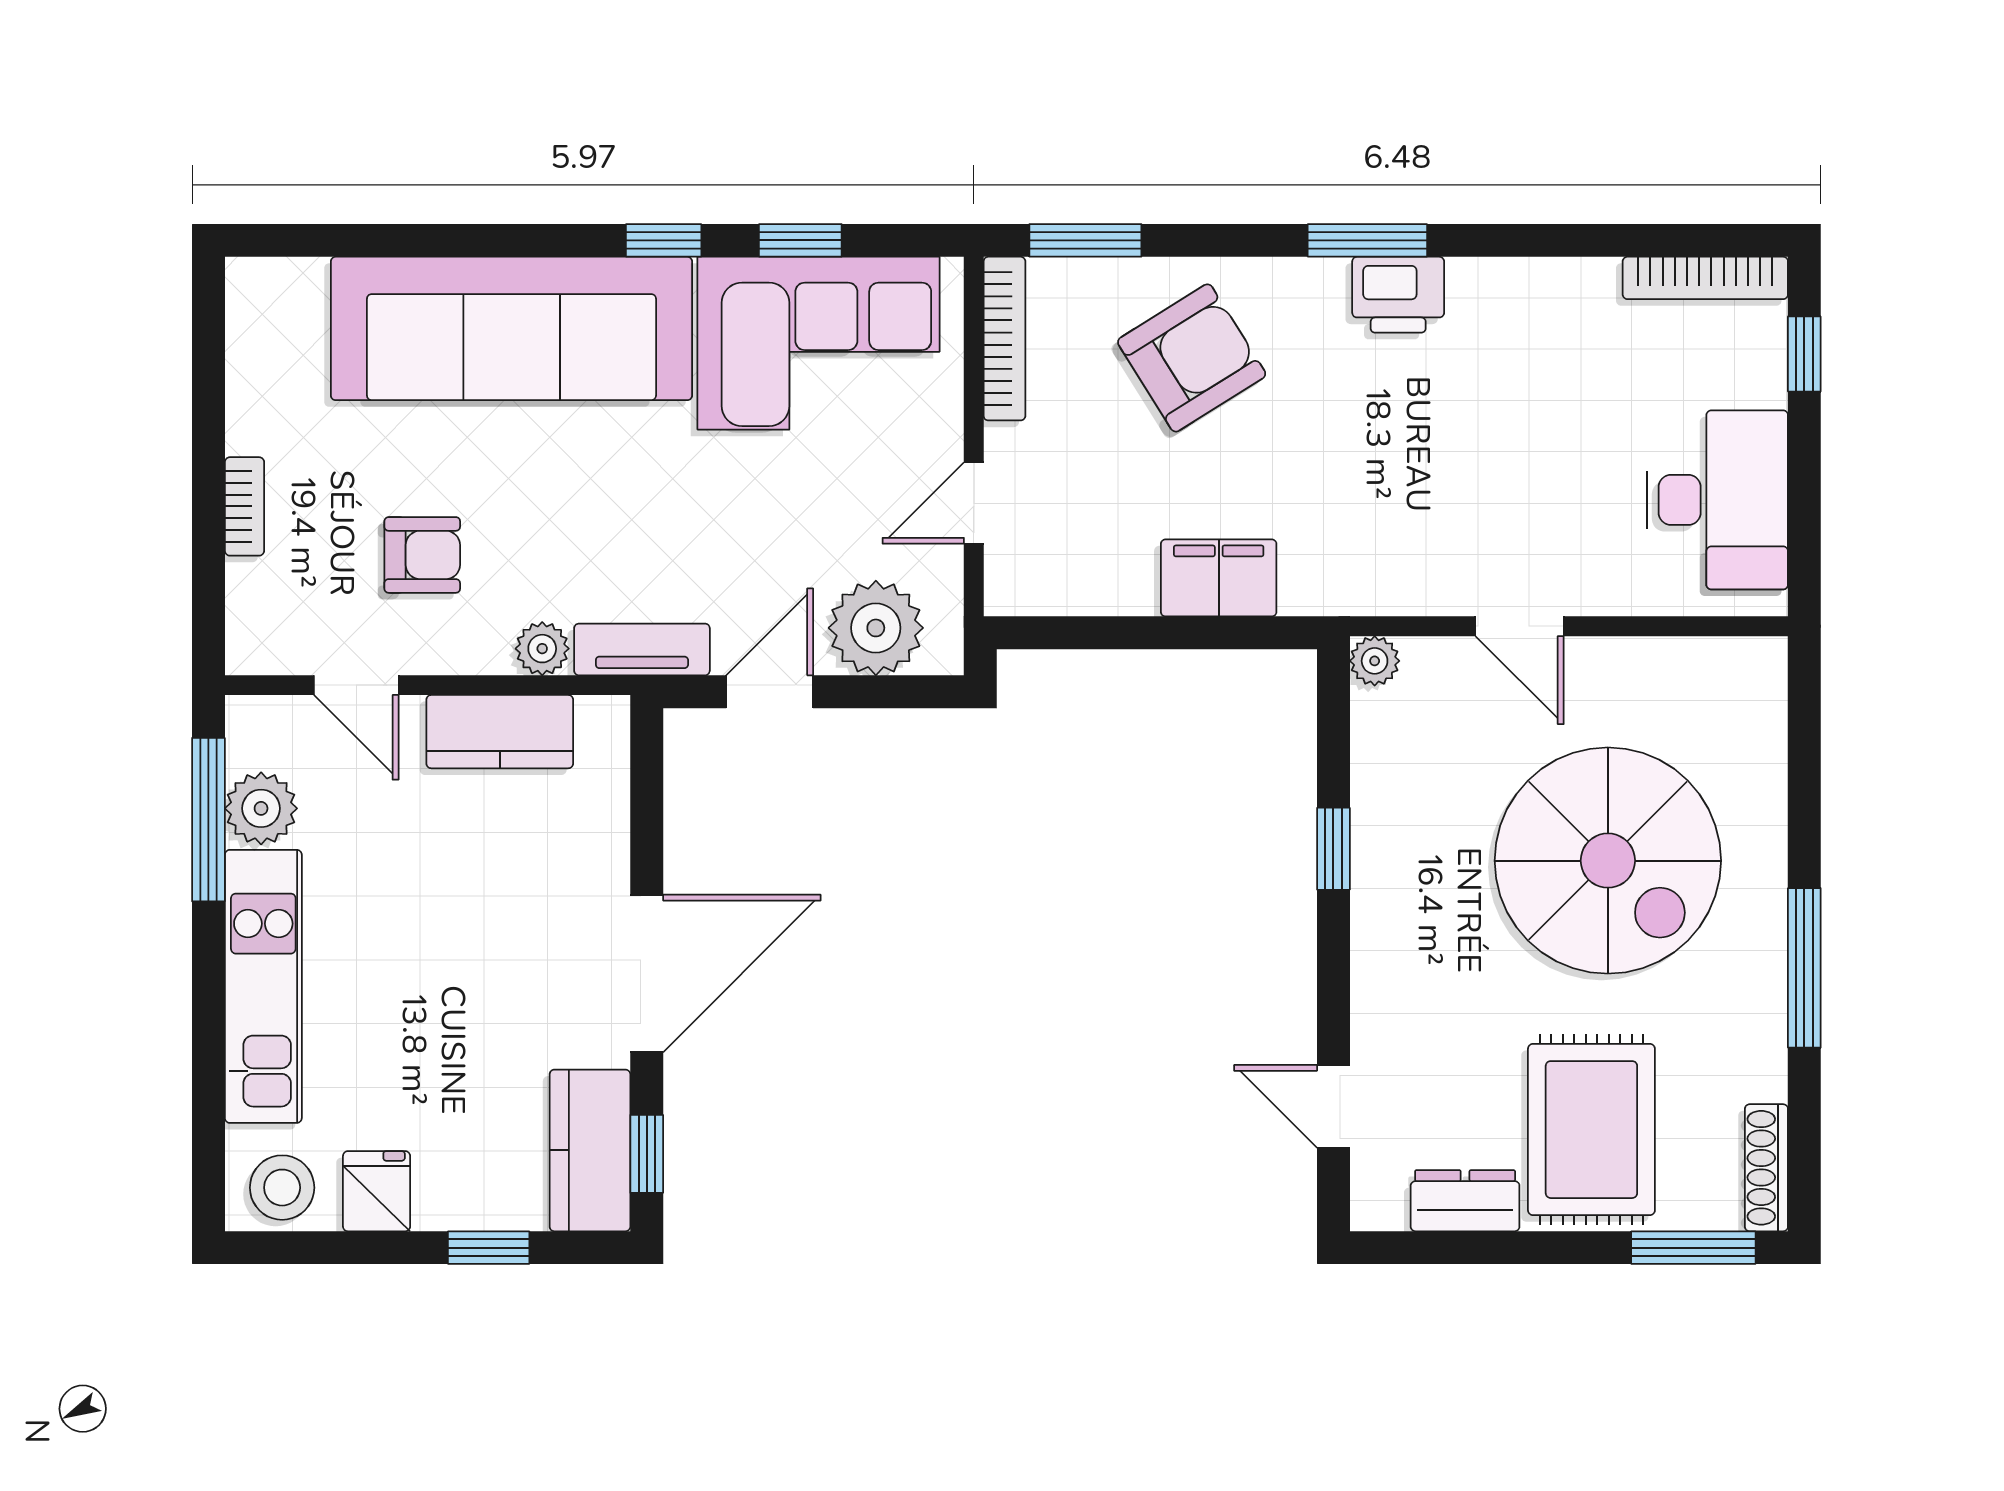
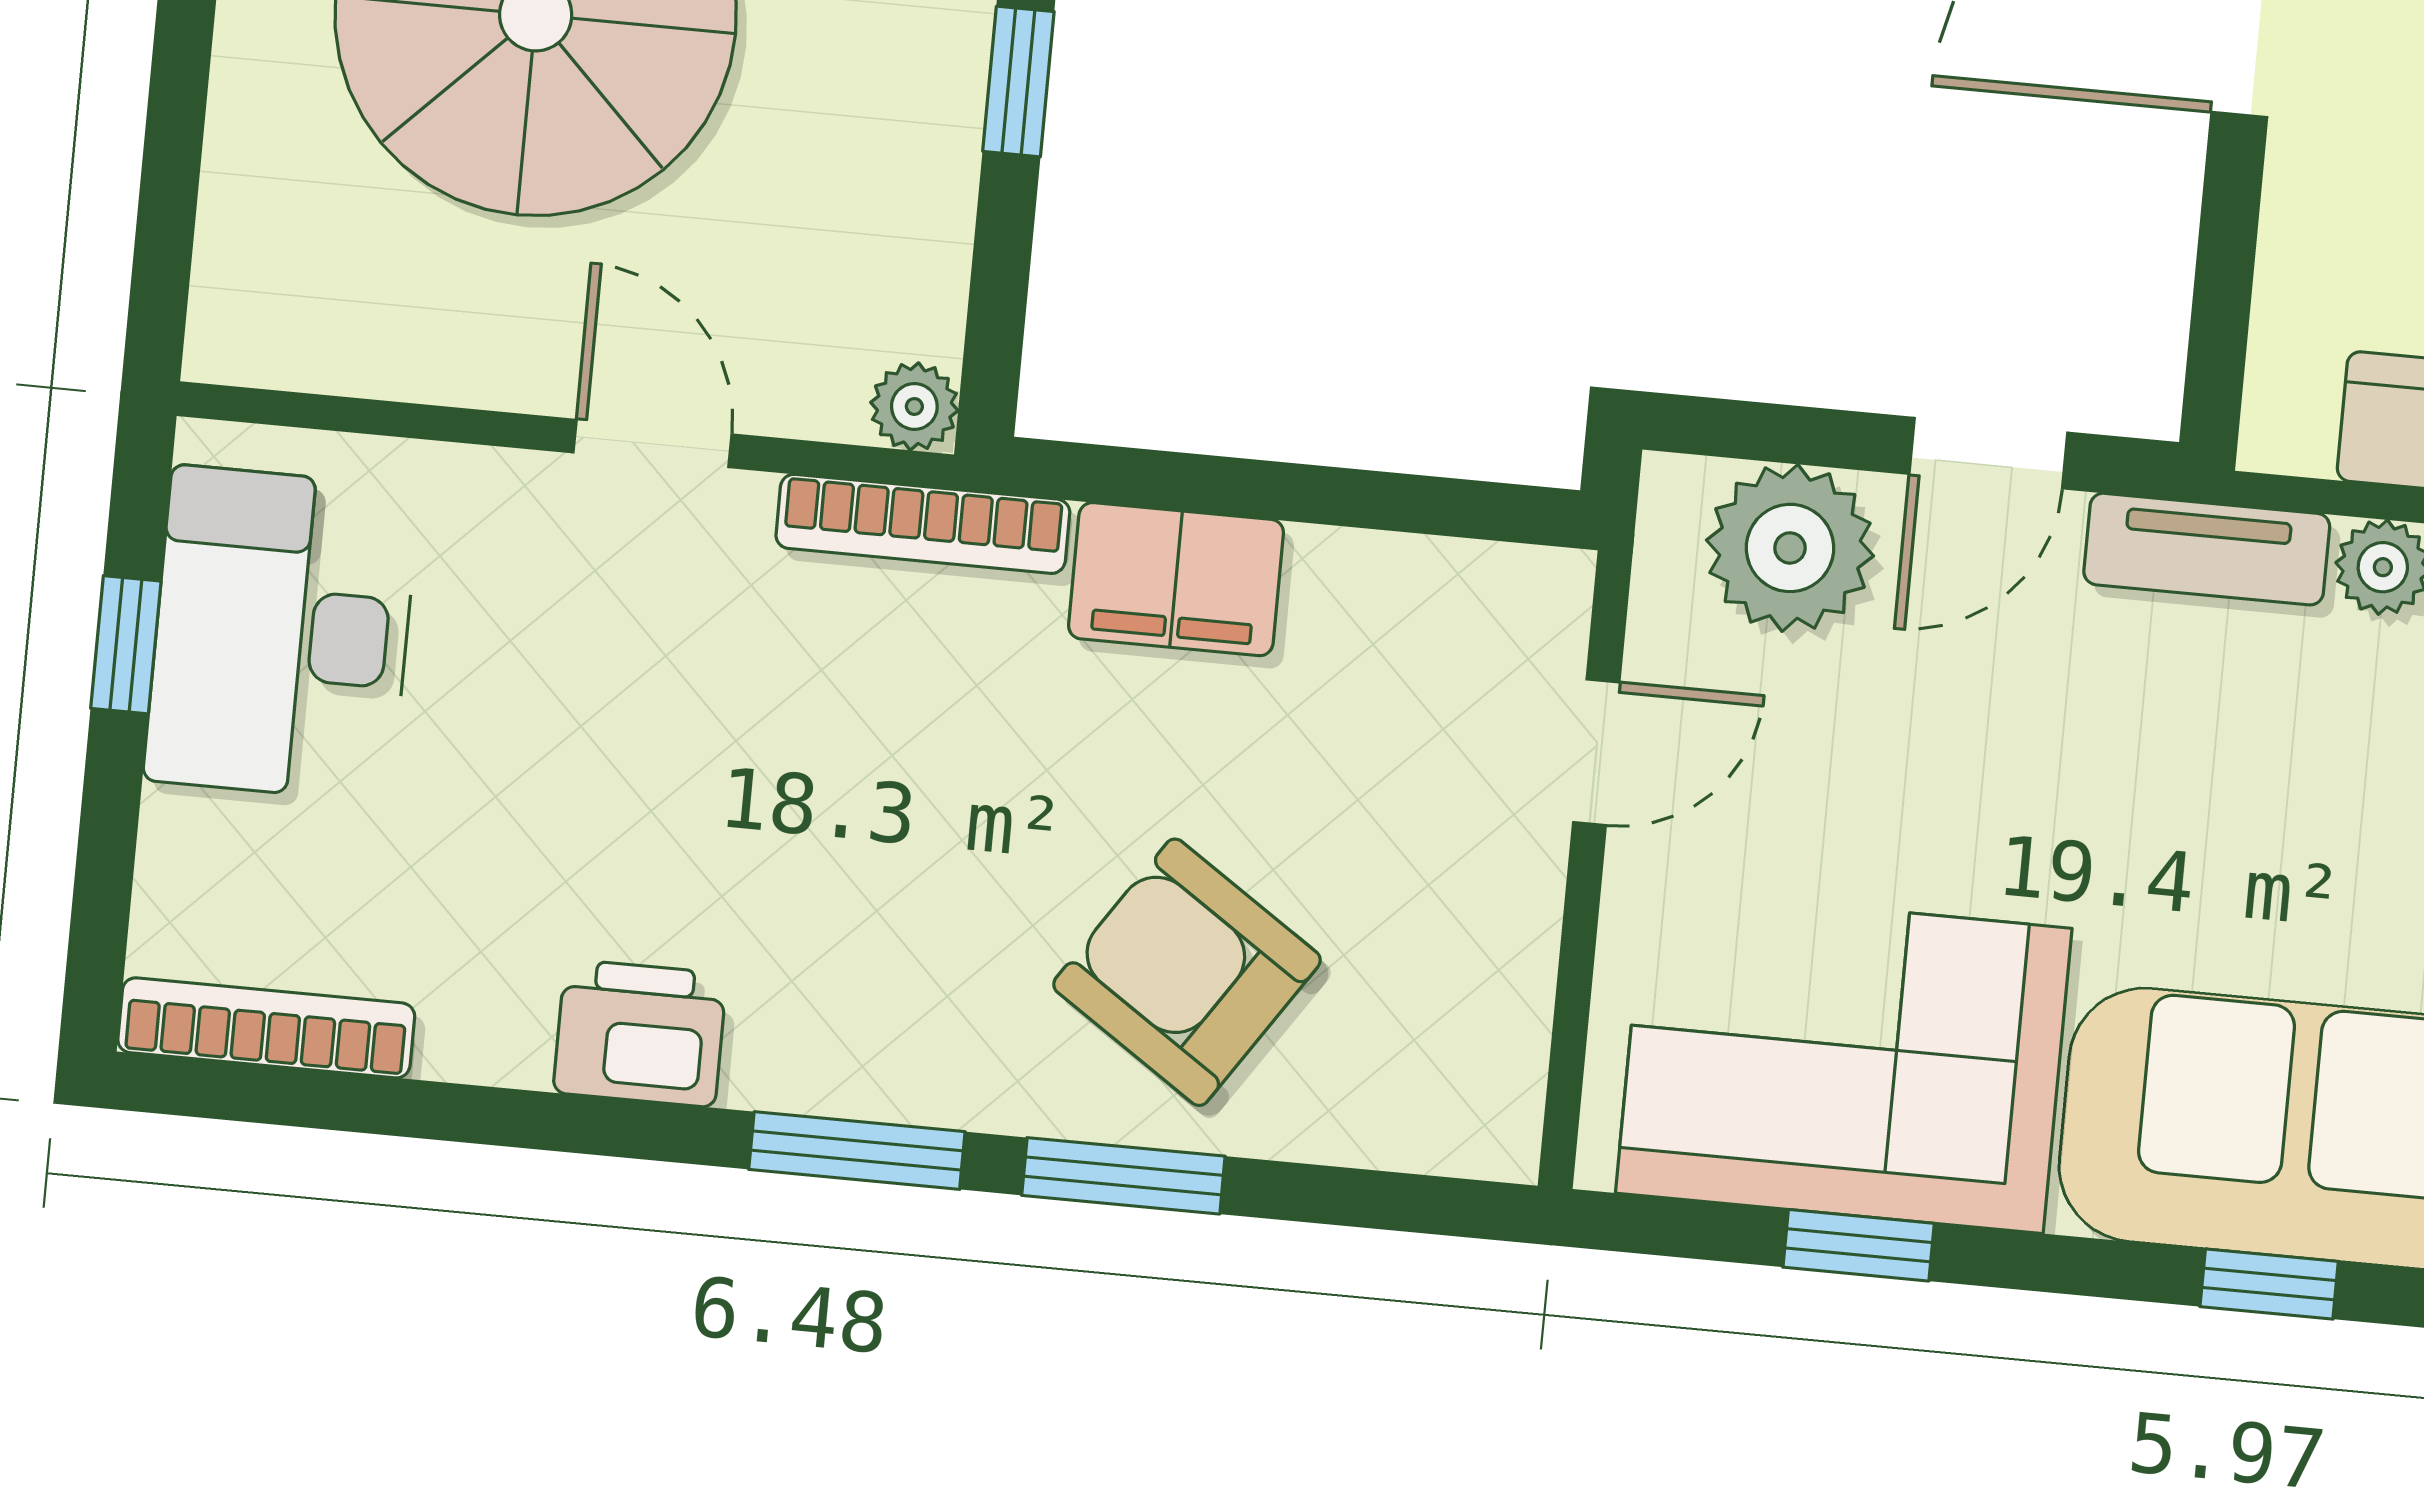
window: (664, 240) -> (2269, 1284), moved
window: (1085, 240) -> (1123, 1176), moved
printer: (1398, 295) -> (640, 1033), moved
bookcase: (1004, 339) -> (923, 524), moved, turned -90
window: (1804, 354) -> (126, 645), moved
armchair: (1192, 358) -> (1187, 972), turned 66

